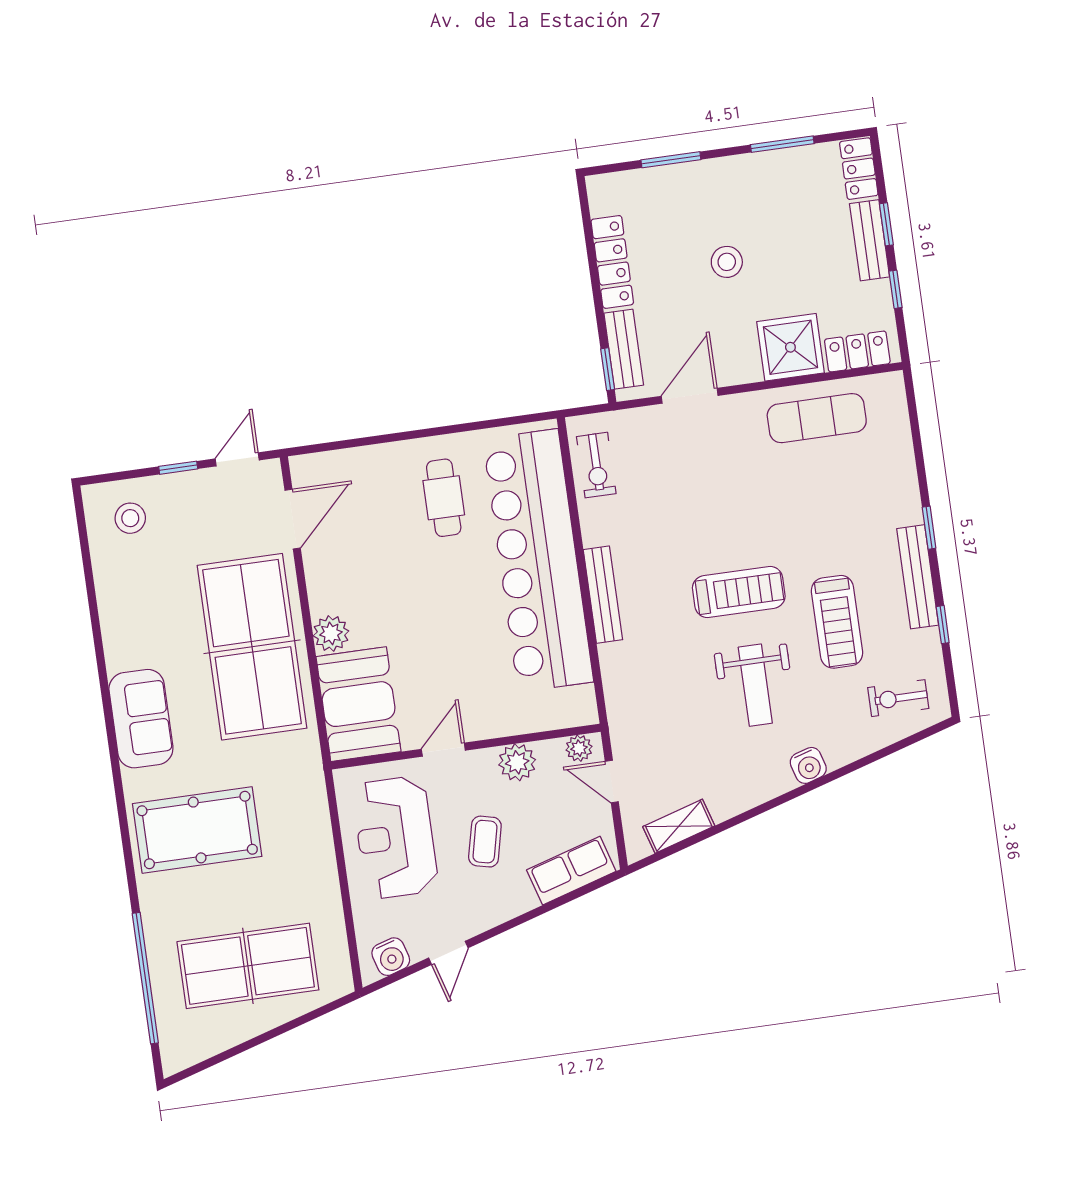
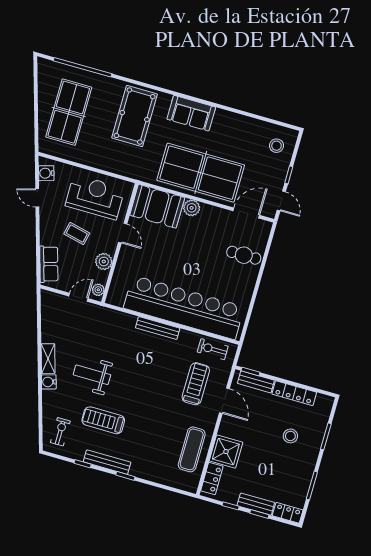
stool: (727, 262) -> (290, 436), moved
cafe table: (444, 498) -> (244, 255), moved
door: (293, 519) -> (246, 213), swing flipped
treadmill: (739, 592) -> (196, 384), moved, turned 180
shelving: (679, 826) -> (48, 359), moved

